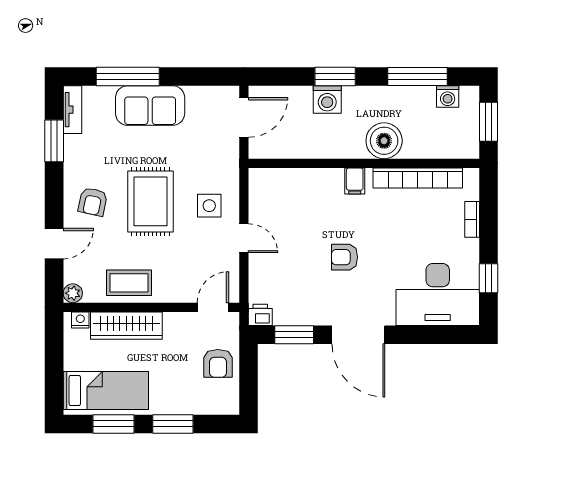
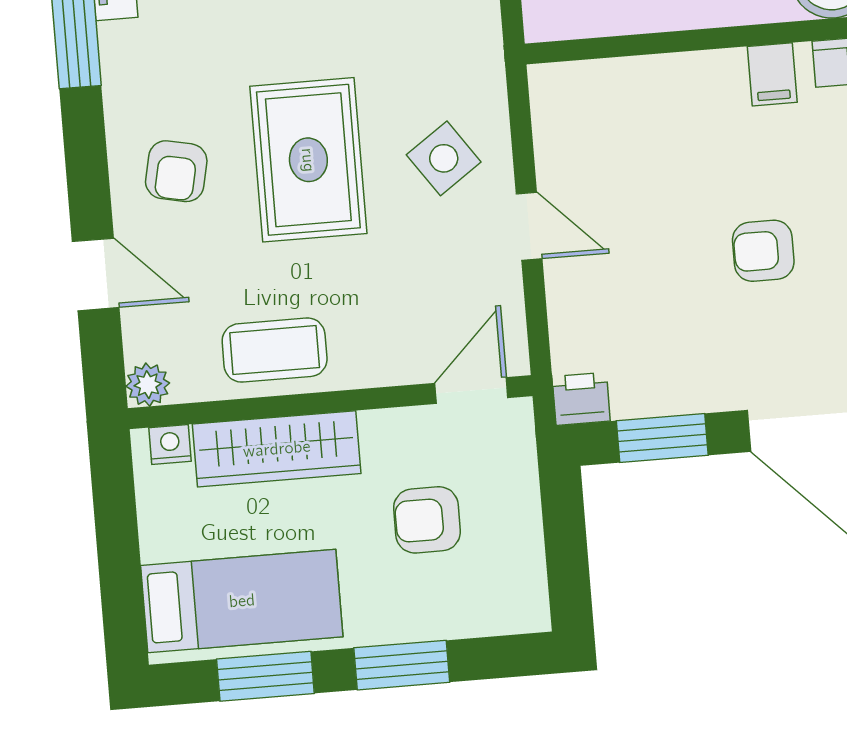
side table: (209, 206) -> (444, 158), turned -35
door: (54, 244) -> (96, 274), hinge flipped
armchair: (218, 363) -> (427, 520), moved, turned 90

